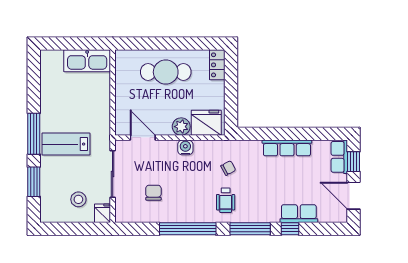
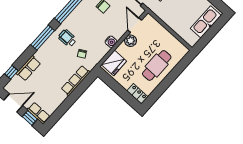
kitchen sink: (87, 61) -> (206, 22), moved
plant: (181, 127) -> (131, 41), moved
door: (143, 138) -> (135, 25), swing flipped
row of seats: (287, 148) -> (76, 81), moved
window: (290, 229) -> (11, 72), moved

